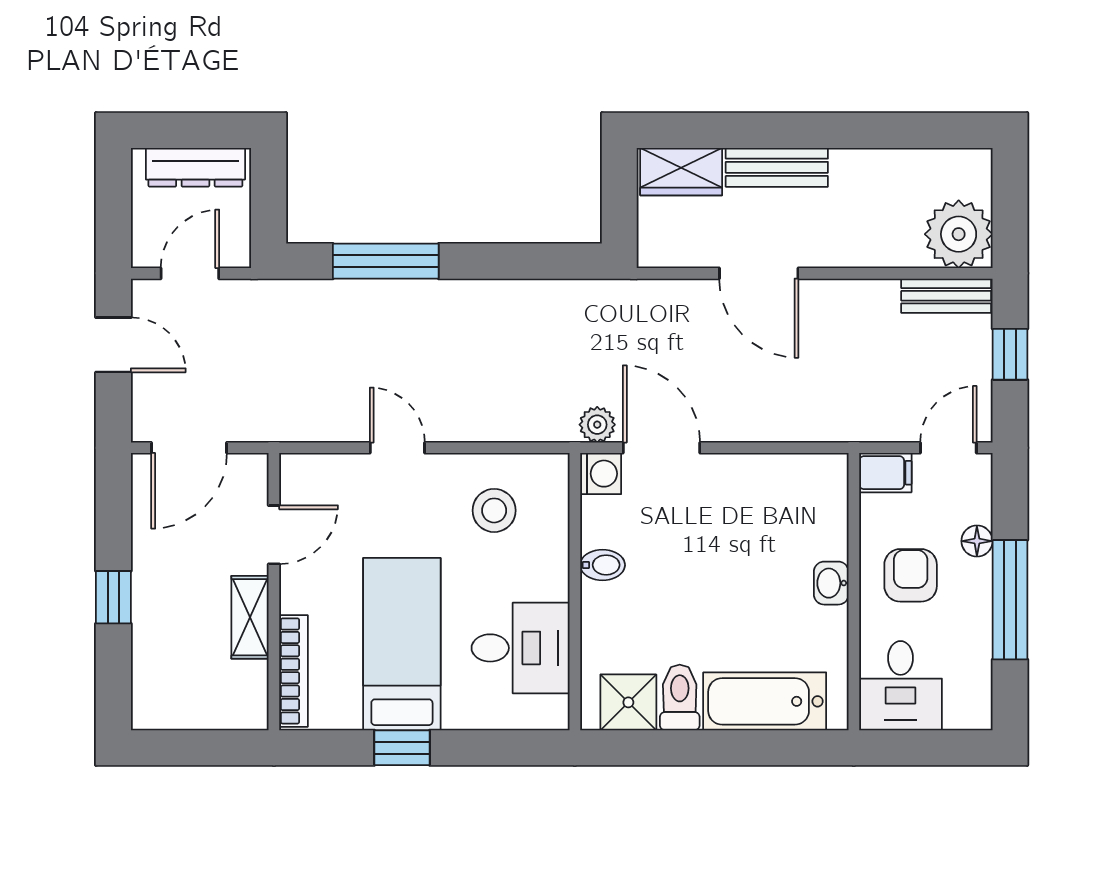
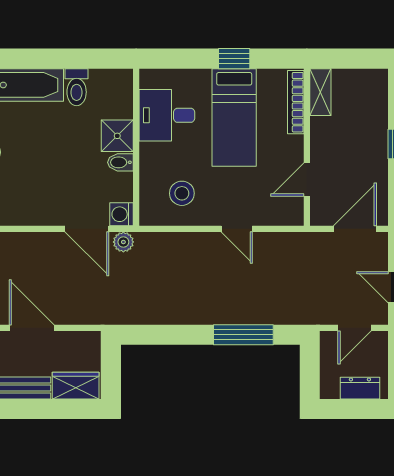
dresser: (195, 167) -> (360, 388), width x0.70
shelving: (250, 617) -> (320, 92), moved
shower: (628, 702) -> (117, 136), moved

